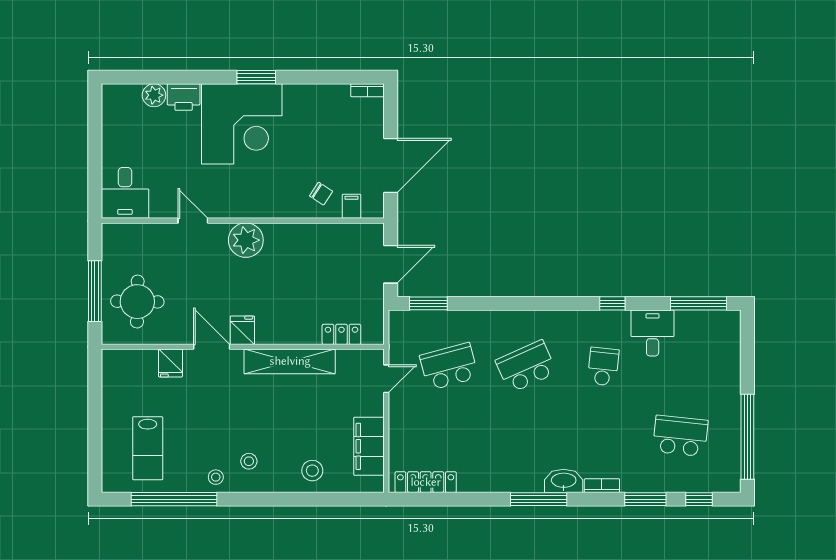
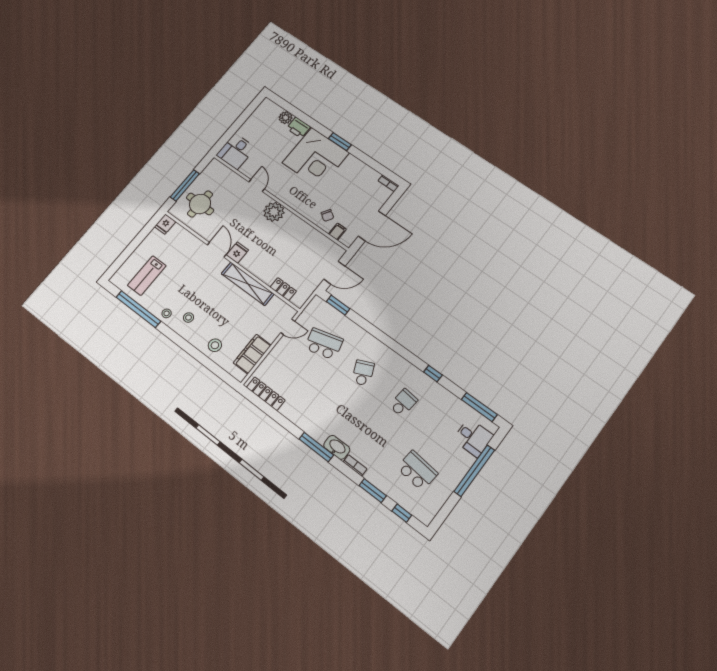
desk: (653, 333) -> (473, 438), moved, turned 90
fridge: (170, 363) -> (165, 224), moved
school desk: (526, 367) -> (363, 373), width x0.54
window: (747, 437) -> (474, 471), moved

